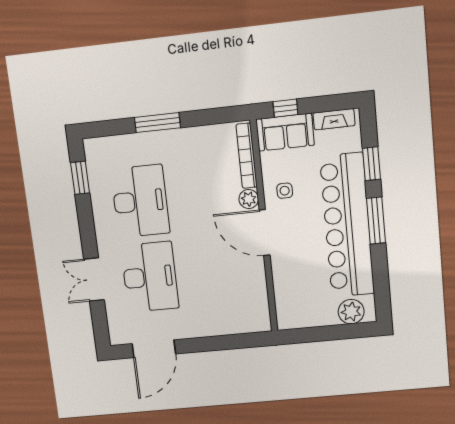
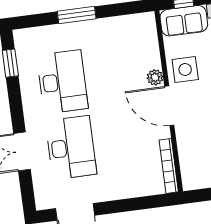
bookcase: (247, 156) -> (169, 166), moved
side table: (285, 191) -> (185, 70), width x1.87, depth x1.87

